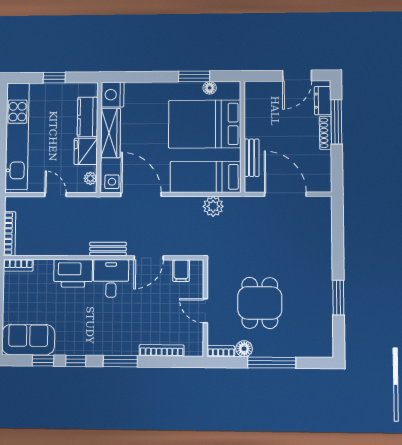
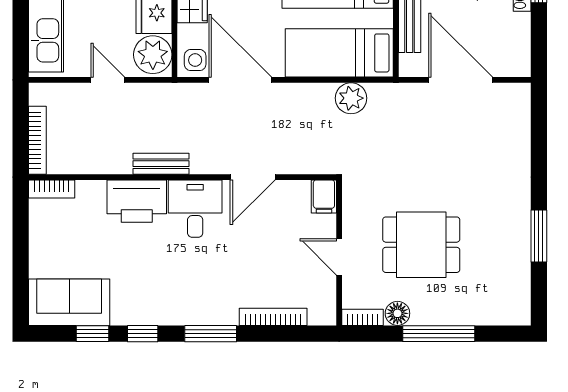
plant: (90, 178) -> (153, 55), width x1.87, depth x1.87
bench: (108, 249) -> (161, 164), moved
filing cabinet: (181, 271) -> (324, 196), moved
dining table: (260, 303) -> (421, 245), turned 90

